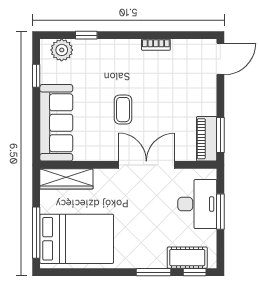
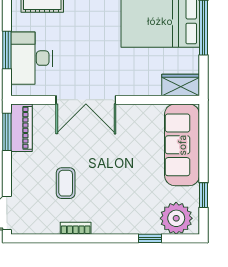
plant: (62, 50) -> (176, 218), width x1.36, depth x1.36
coffee table: (123, 110) -> (66, 183), moved
wardrobe: (66, 179) -> (181, 85), width x0.67

